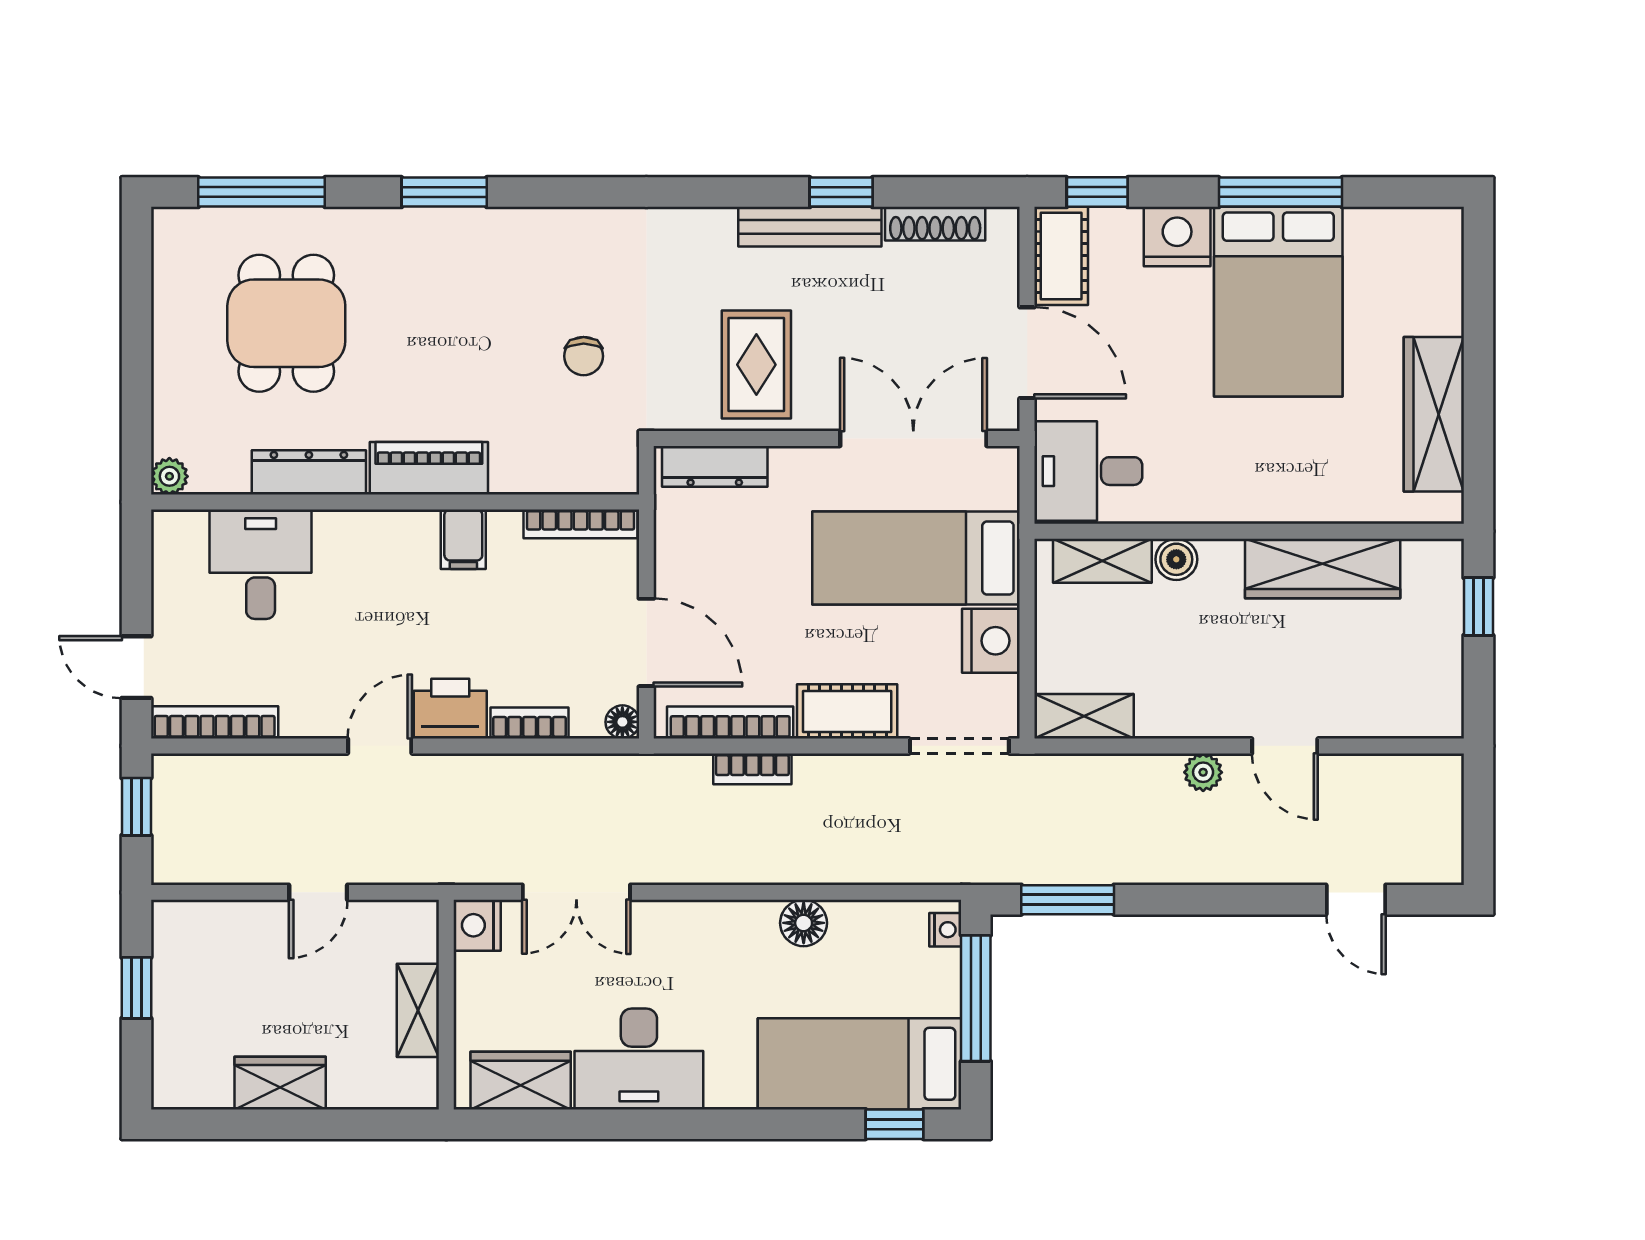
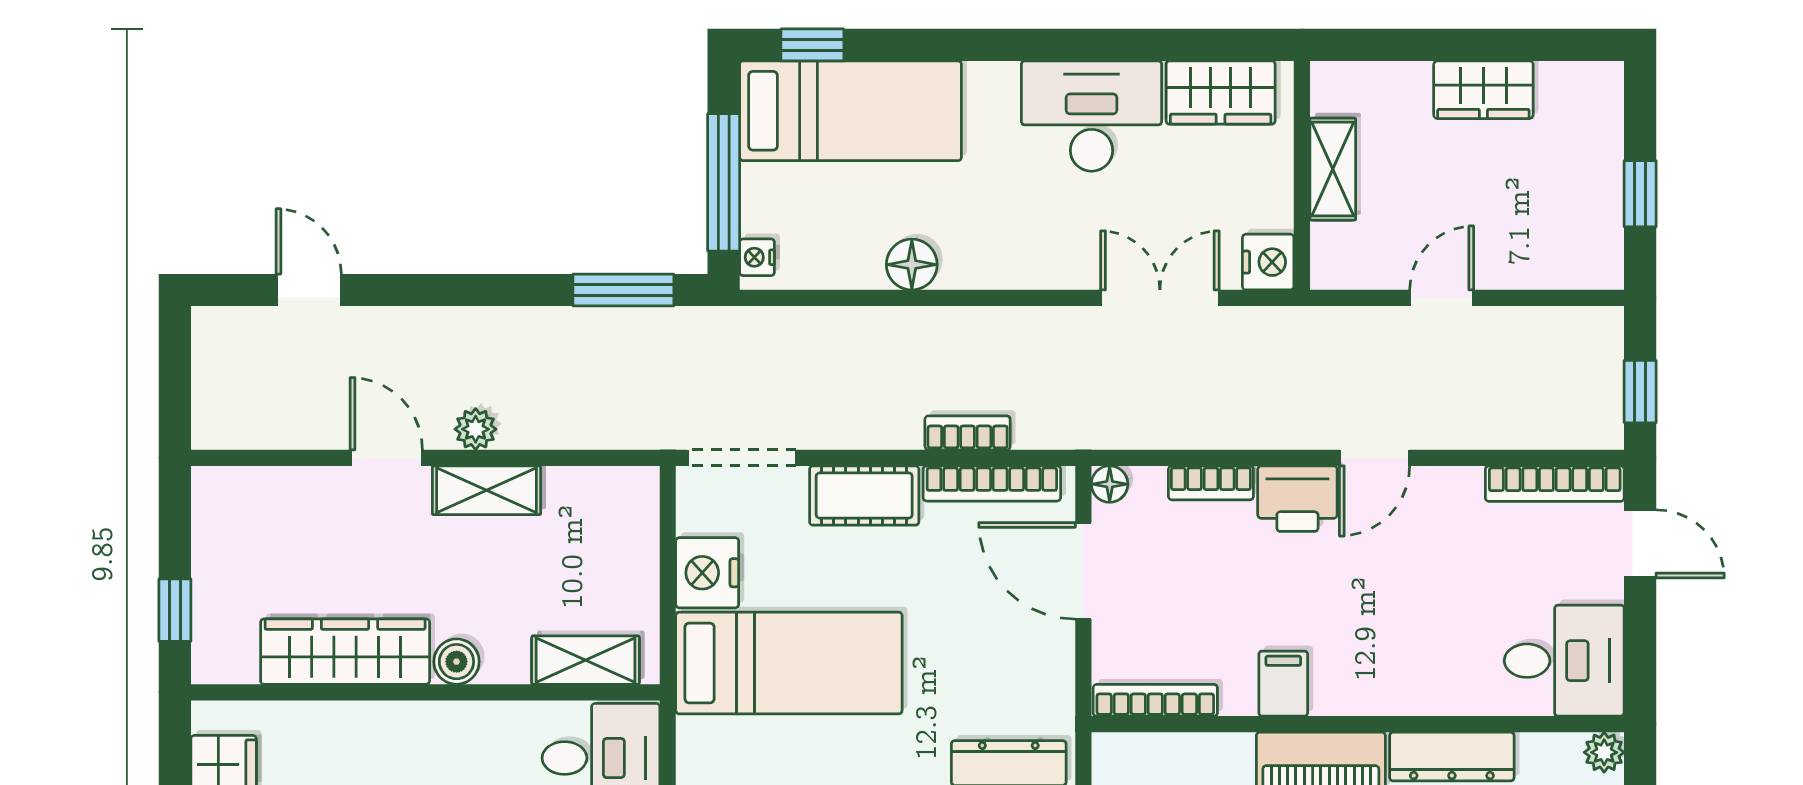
boiler: (1176, 559) -> (456, 662), moved
desk: (261, 564) -> (1564, 661), moved, turned -90
shelving: (1084, 716) -> (486, 490), moved

